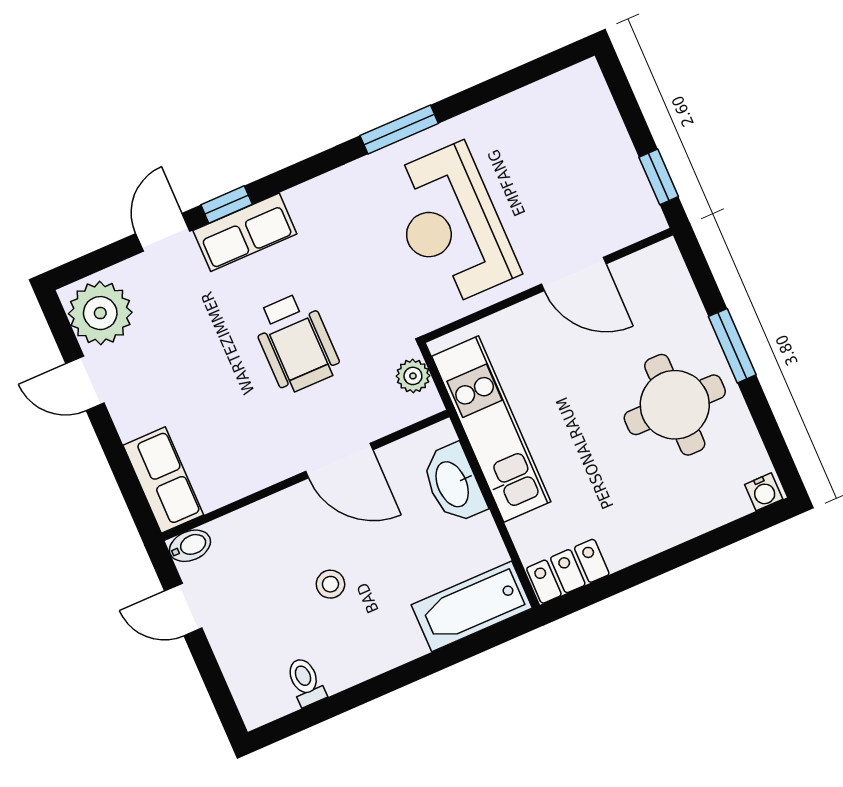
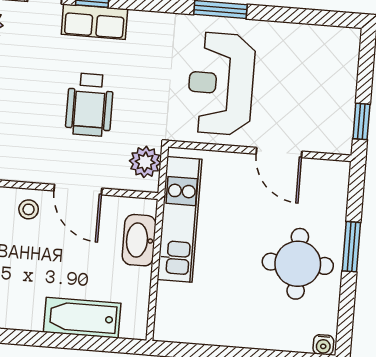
plant: (413, 376) -> (145, 162), width x1.38, depth x1.38
locker: (568, 571) -> (180, 330), removed
stool: (330, 584) -> (29, 209), moved
bathtub: (472, 606) -> (82, 318), moved

